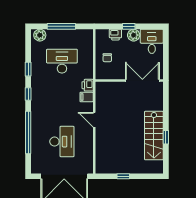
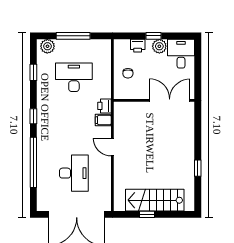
window: (28, 69) -> (33, 72), moved
stairs: (154, 136) -> (155, 200), moved, turned 90

